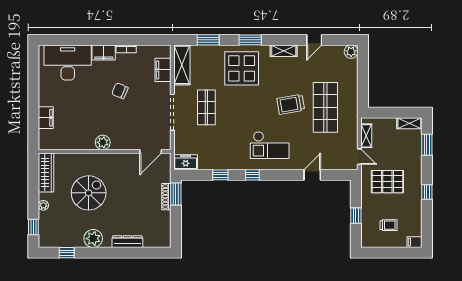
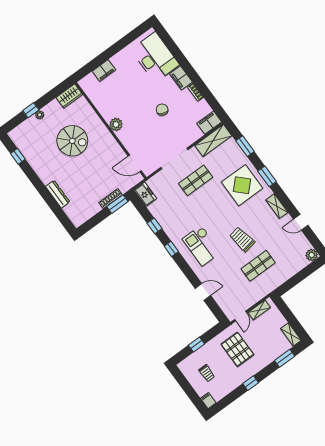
filing cabinet: (163, 70) -> (209, 123), moved
shop shelf: (325, 107) -> (258, 266), width x0.70, depth x0.74
wardrobe: (46, 172) -> (69, 96), width x0.67
window: (33, 227) -> (31, 110), moved
plant: (93, 239) -> (42, 168), removed

